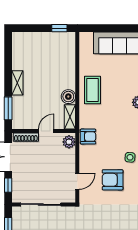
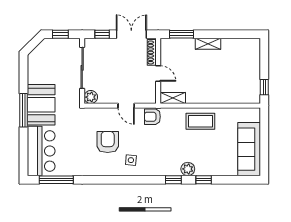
boiler: (68, 97) -> (194, 96), removed
armchair: (88, 137) -> (152, 117), turned 90
plant: (69, 142) -> (91, 97), moved
door: (77, 181) -> (126, 106), moved

